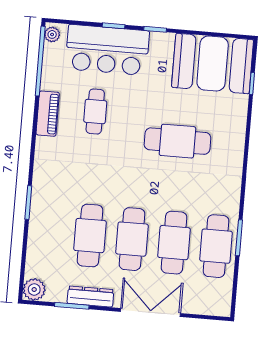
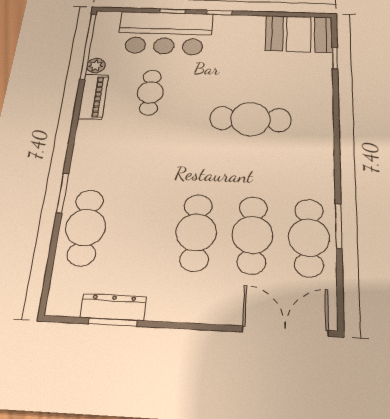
plant: (52, 34) -> (96, 66), moved
booth: (213, 64) -> (299, 34), width x0.73, depth x0.70
cafe table: (90, 236) -> (85, 227), moved
plant: (34, 289) -> (62, 301), removed
dresser: (90, 297) -> (113, 307), moved
double door: (150, 312) -> (285, 331), moved

